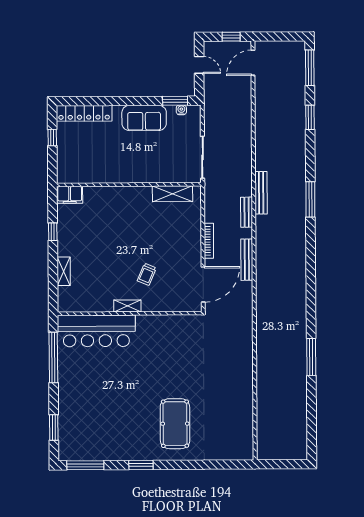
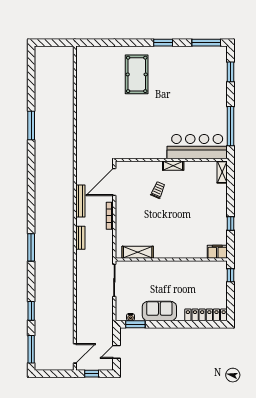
door: (199, 65) -> (117, 352), hinge flipped
window: (52, 138) -> (231, 275), moved
bench: (261, 193) -> (69, 253), removed
shelving: (64, 271) -> (222, 172), moved

